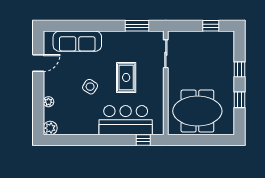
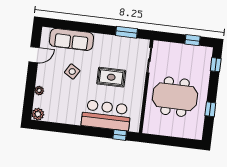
window: (240, 69) -> (216, 65), moved
rug: (126, 77) -> (111, 77), turned 90
side table: (90, 87) -> (72, 72), moved
meeting table: (197, 111) -> (175, 97), moved

